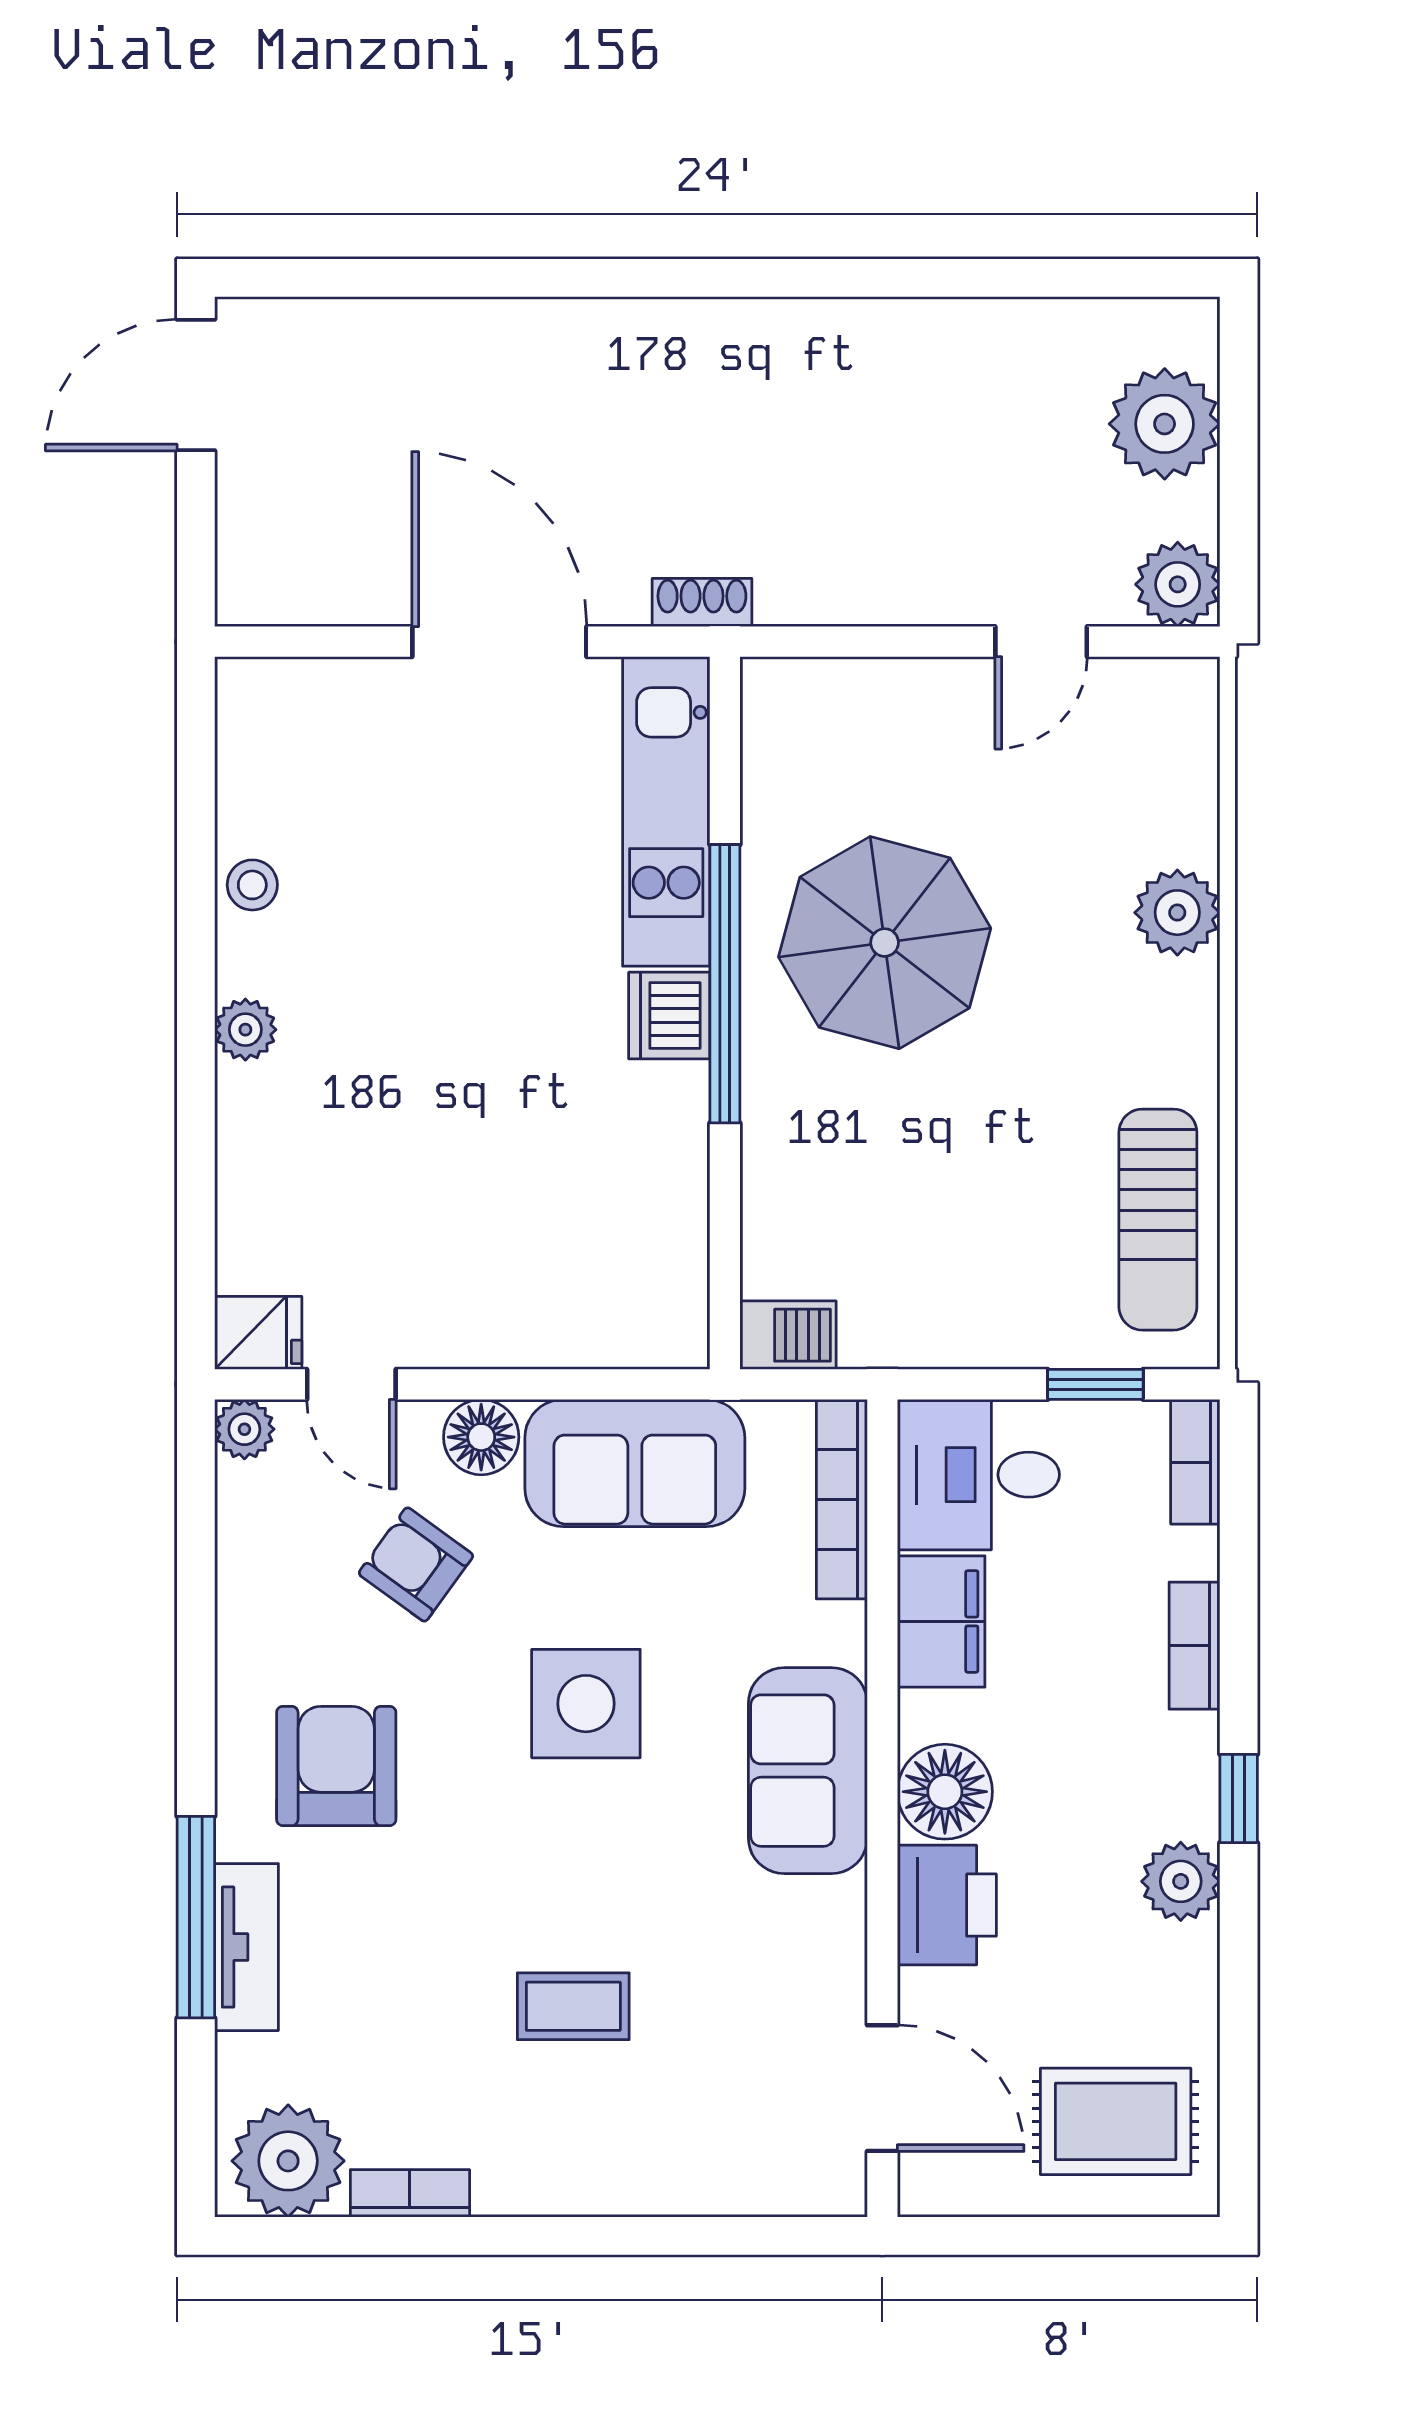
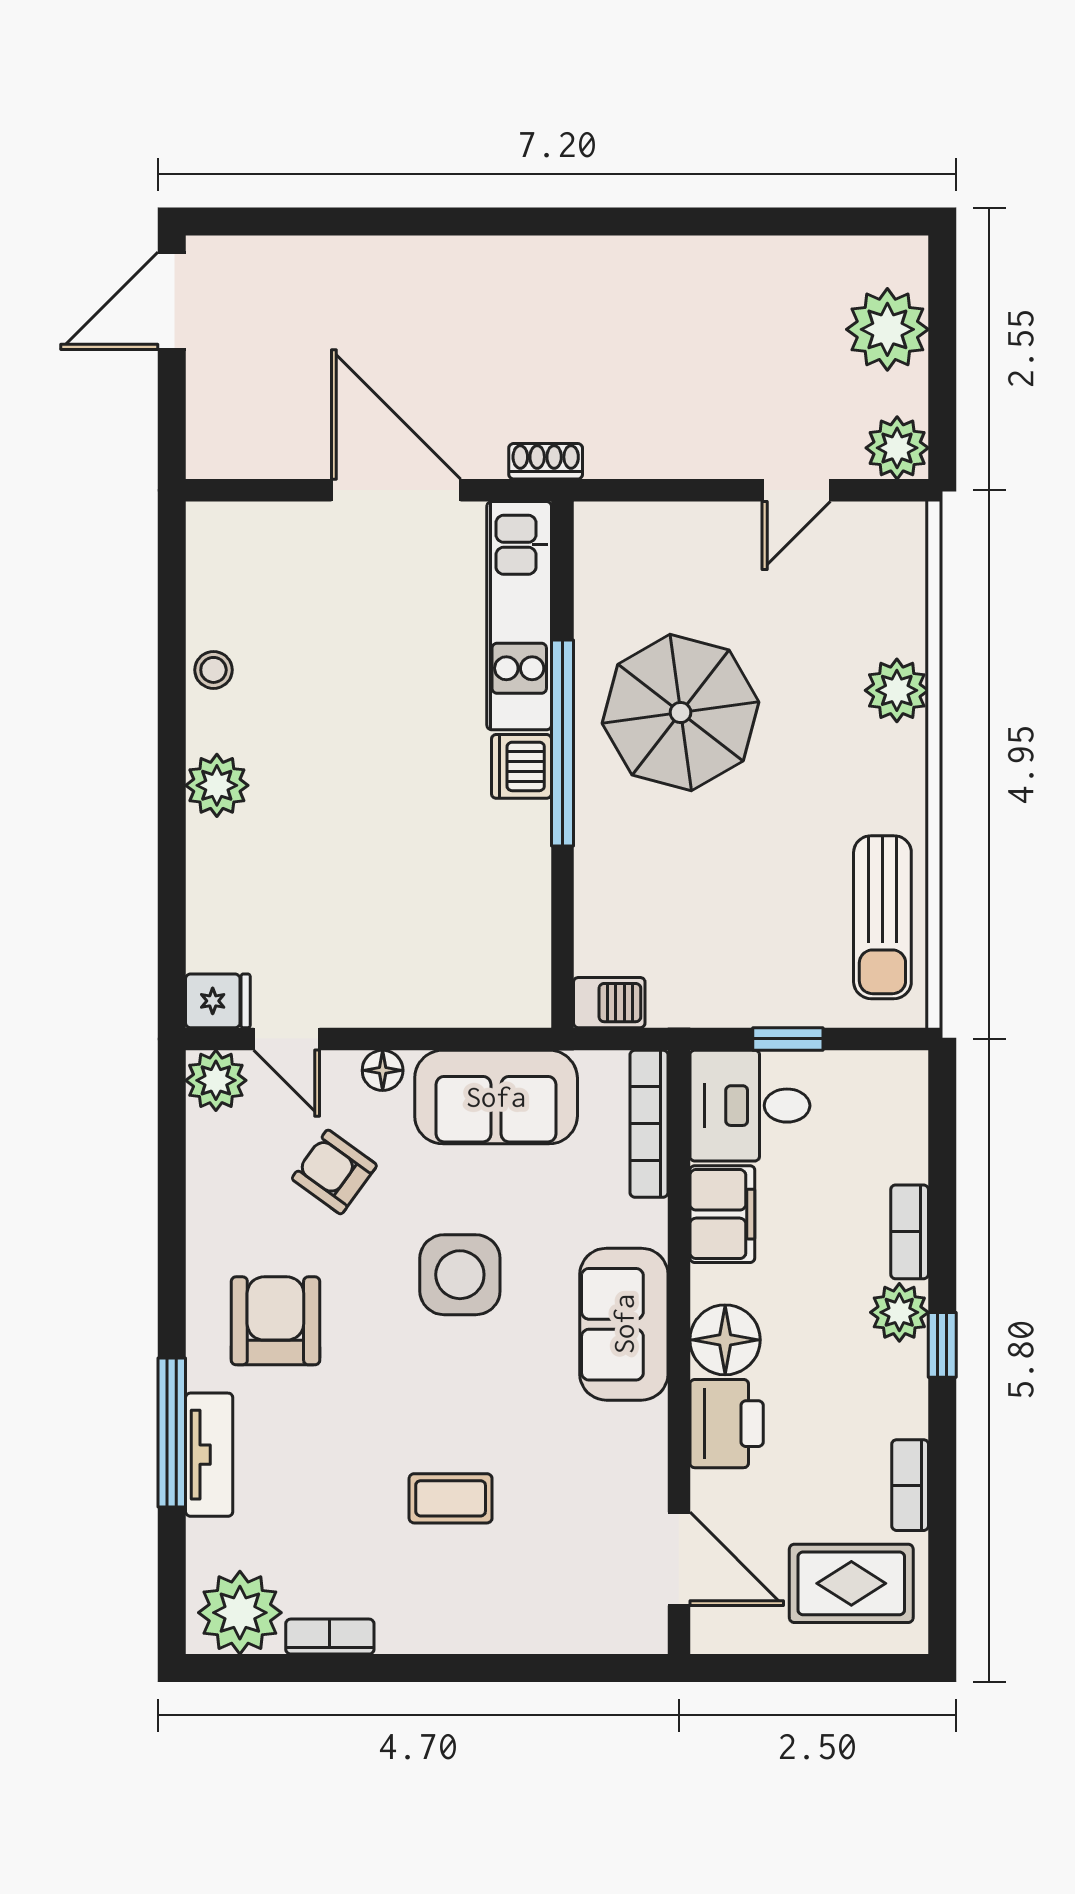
plant: (245, 1030) -> (217, 785), width x1.38, depth x1.38
window: (1095, 1384) -> (788, 1039), moved
plant: (244, 1429) -> (216, 1080), width x1.38, depth x1.38
floor lamp: (481, 1437) -> (383, 1070), width x0.73, depth x0.73
bookcase: (1195, 1462) -> (910, 1485), moved
plant: (1181, 1881) -> (899, 1312), moved

